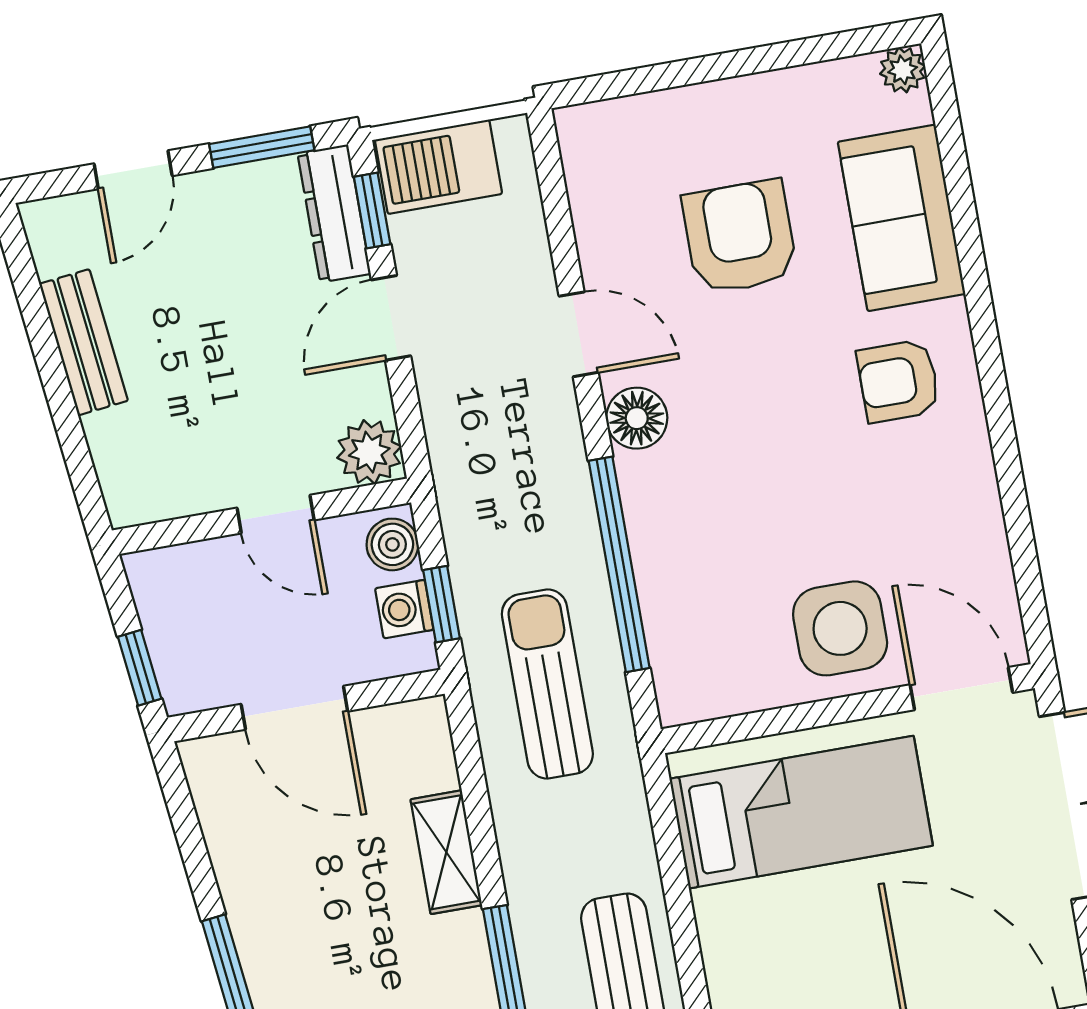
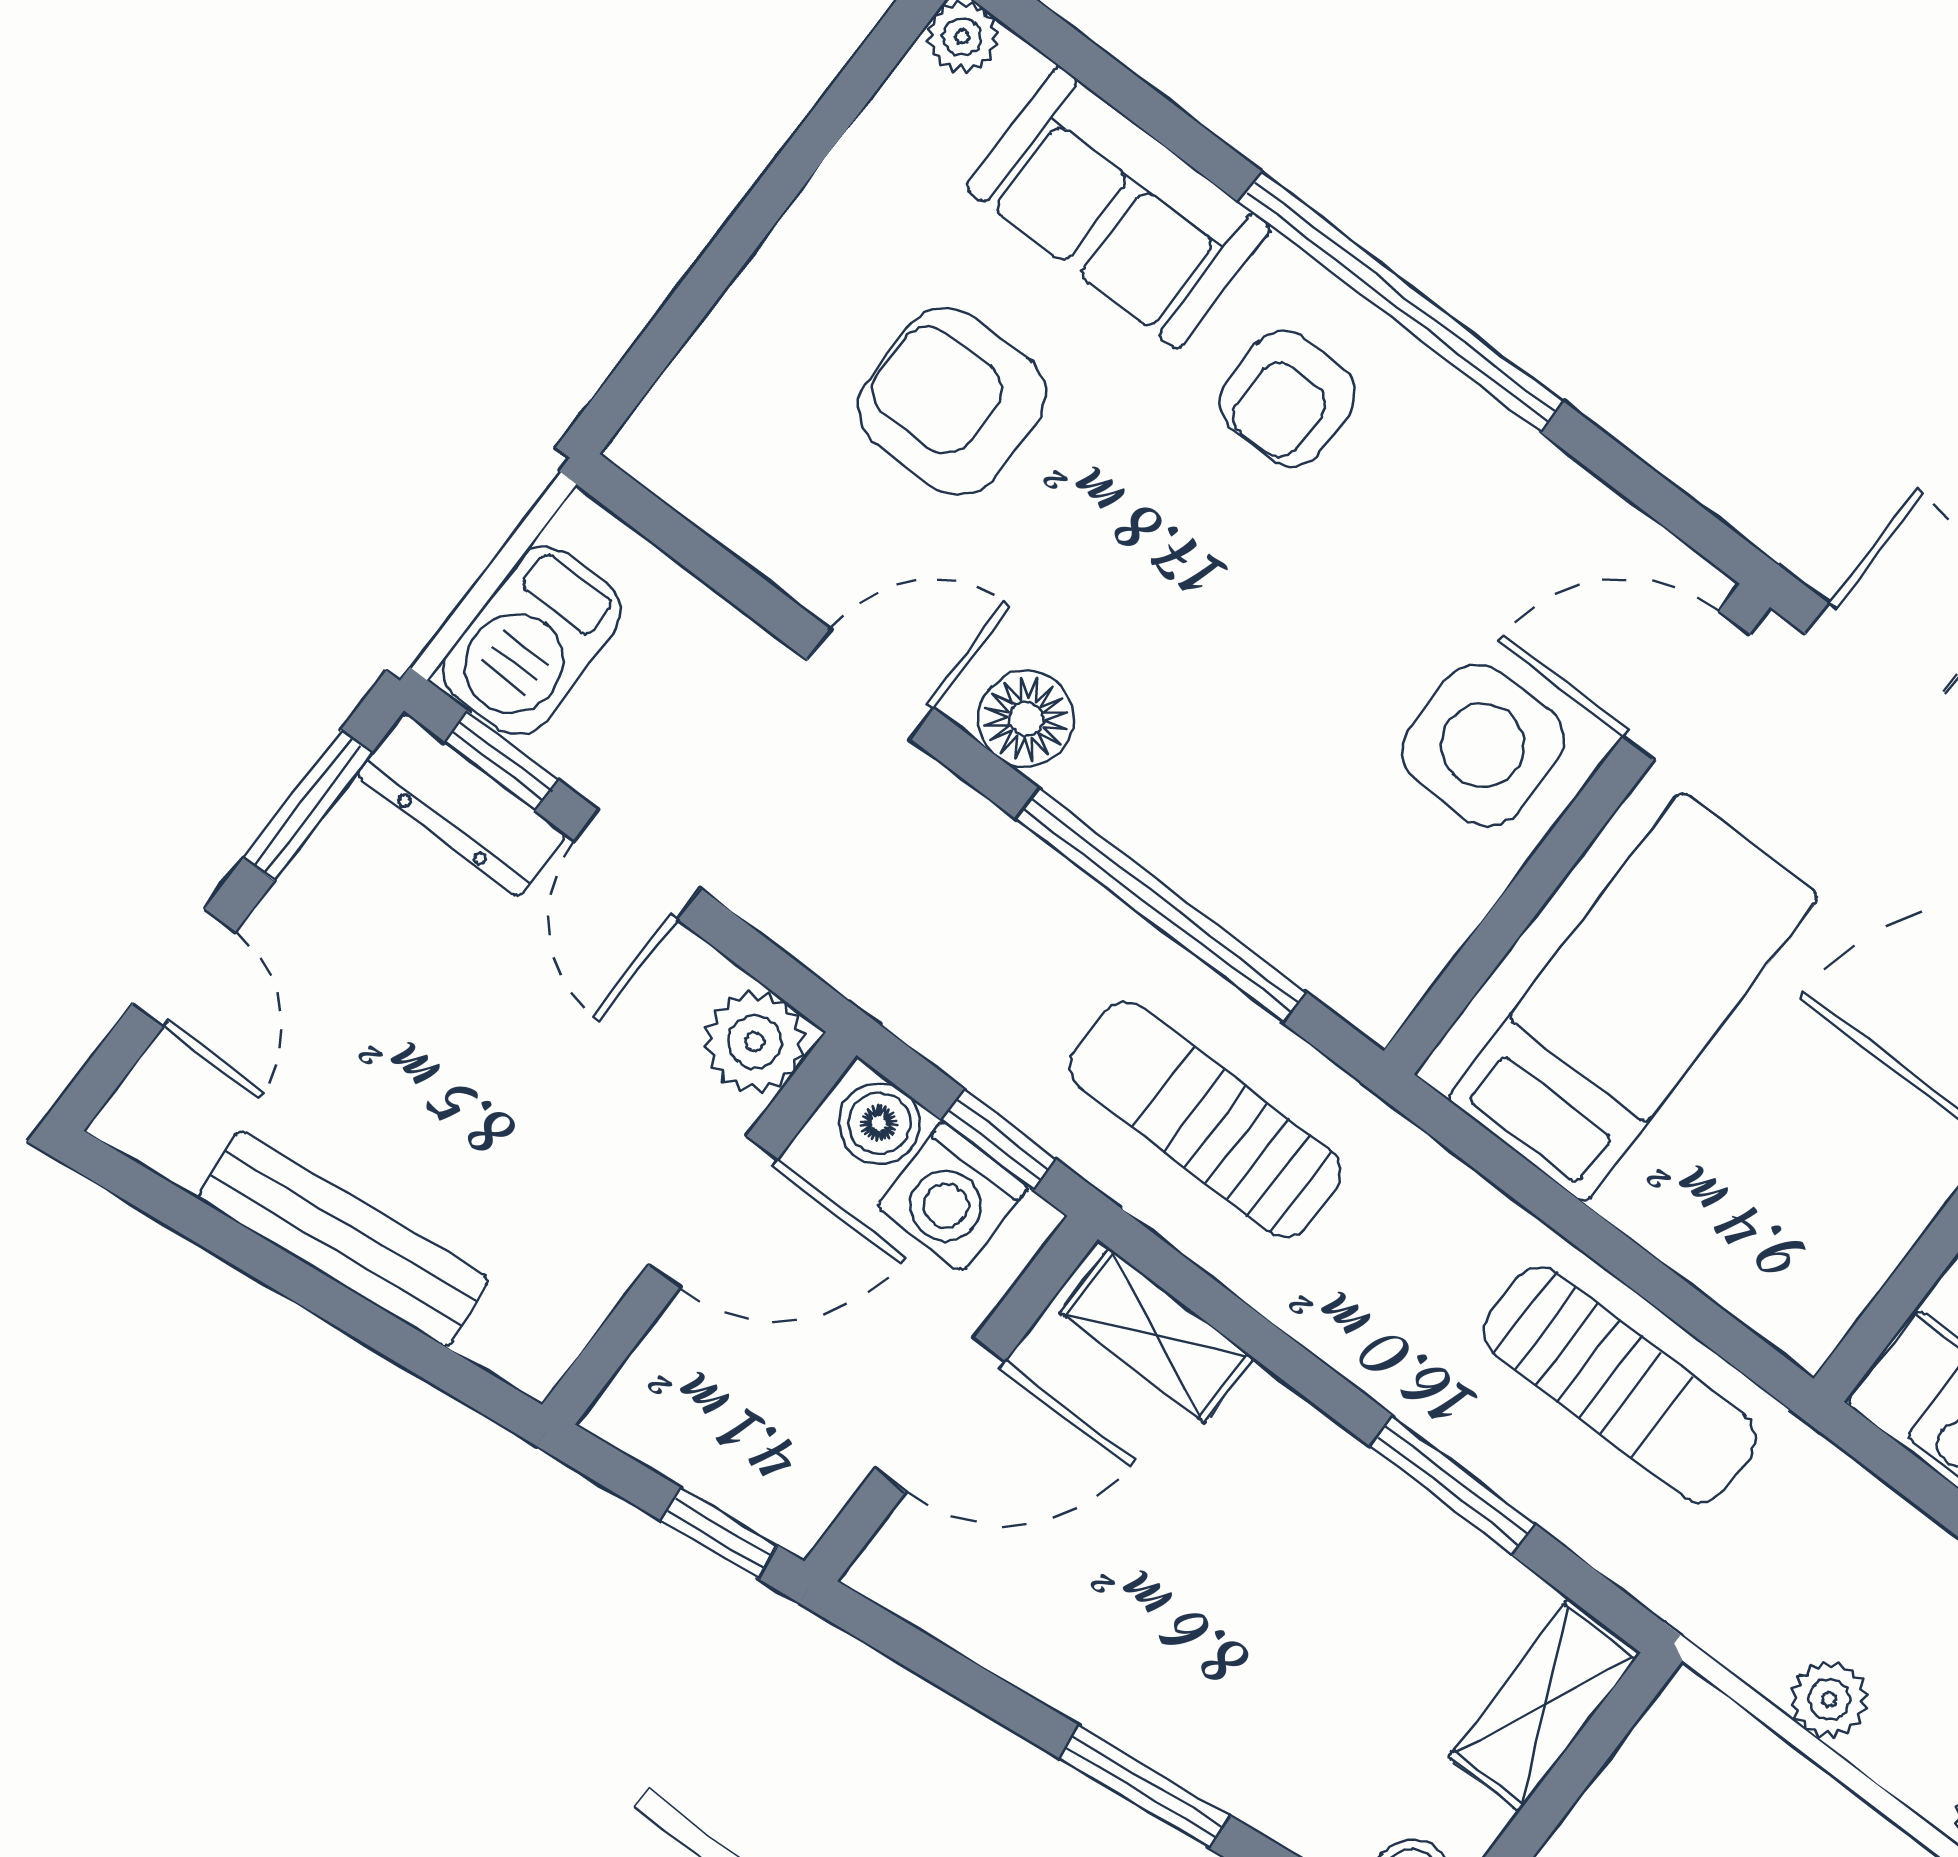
bench: (84, 342) -> (343, 1238), width x1.36
window: (994, 385) -> (1401, 302), added
door: (276, 514) -> (713, 1212), width x1.38
washing machine: (404, 609) -> (952, 1197), width x1.38, depth x1.38
shelving: (446, 852) -> (1157, 1335), moved

